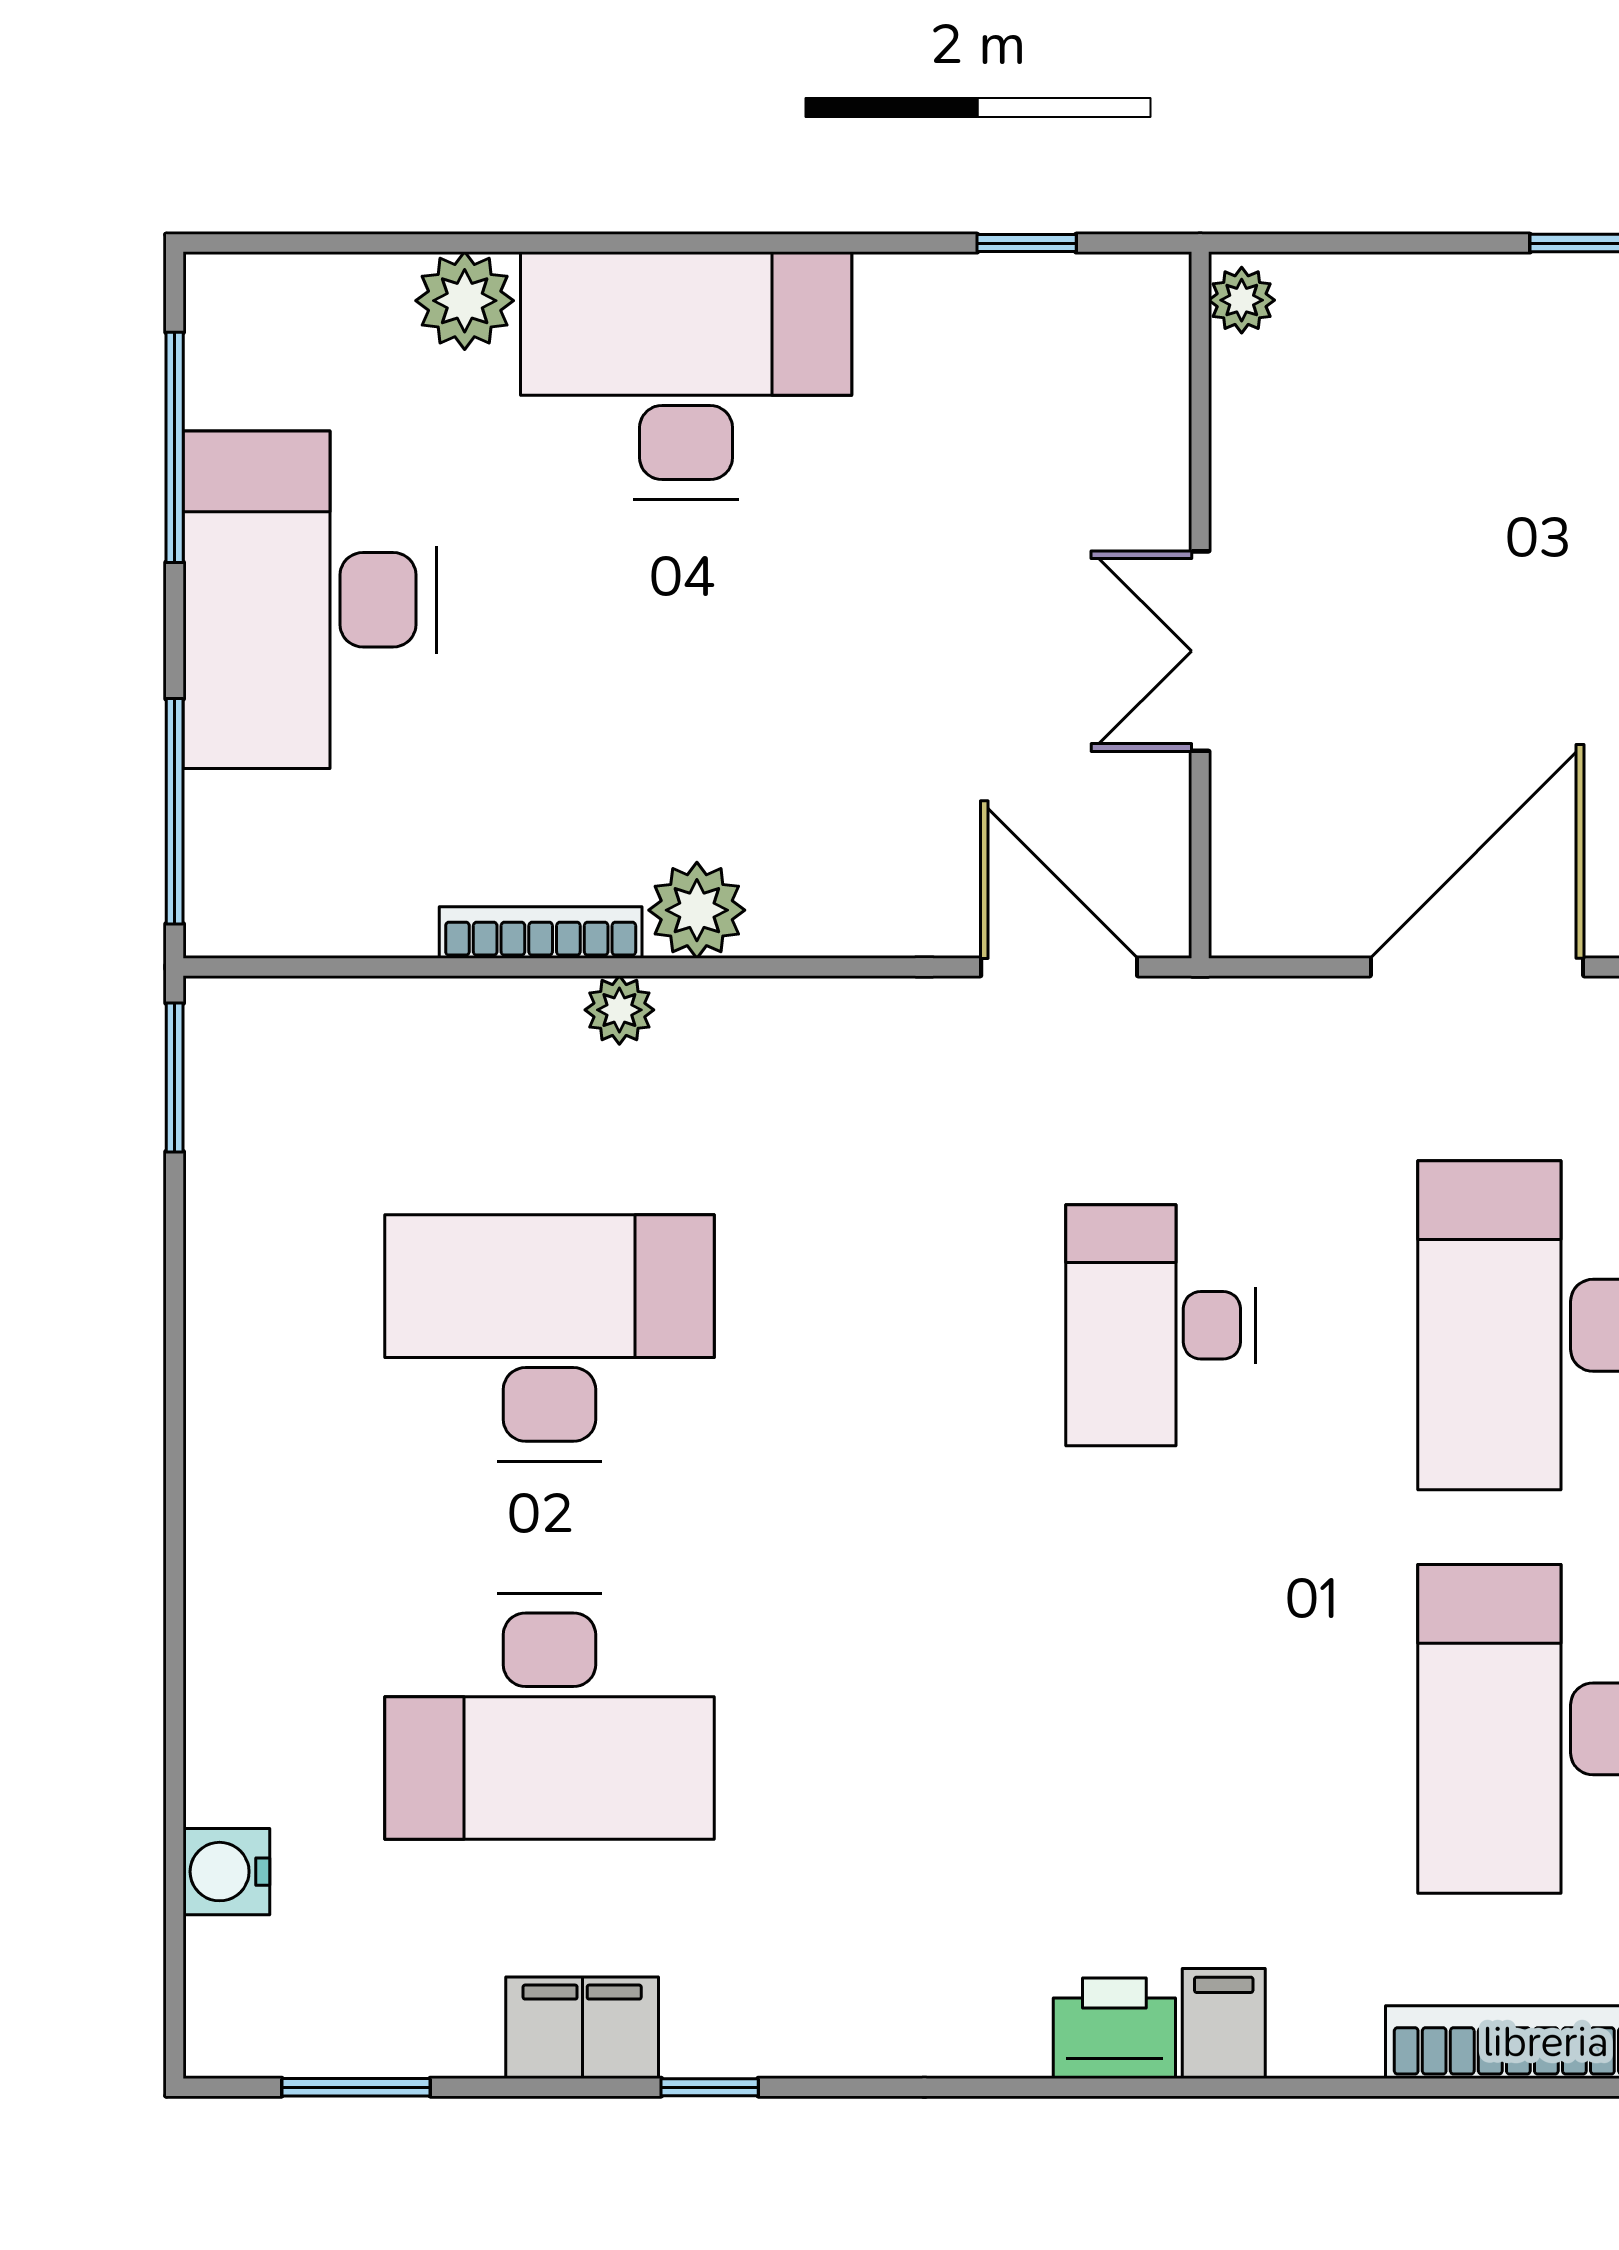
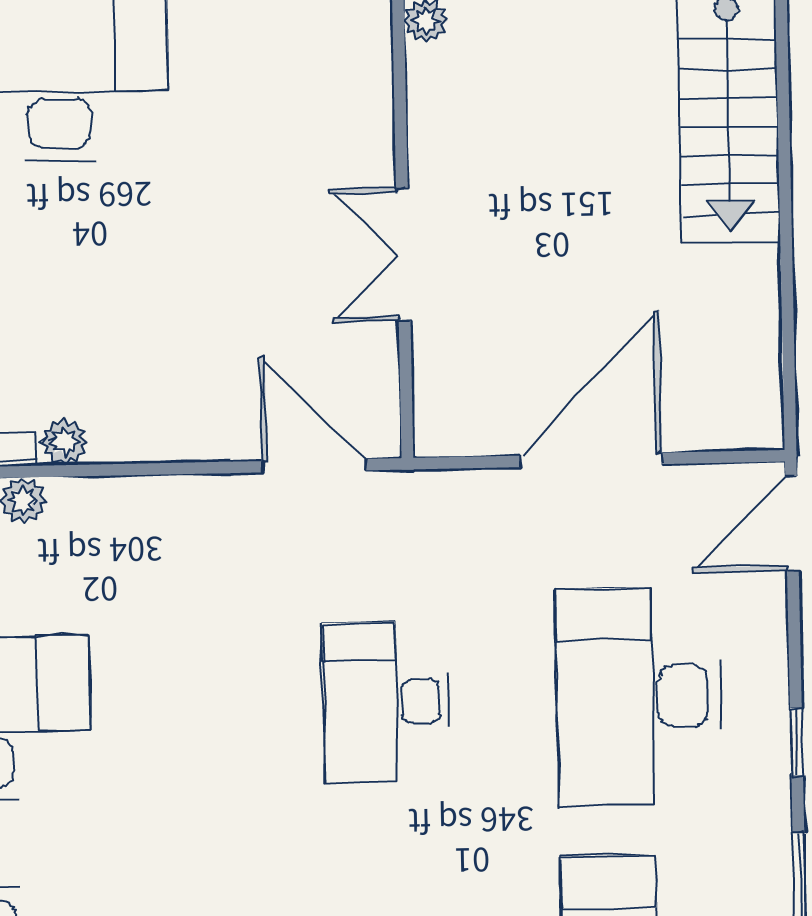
plant: (697, 910) -> (64, 442), width x0.73, depth x0.73

